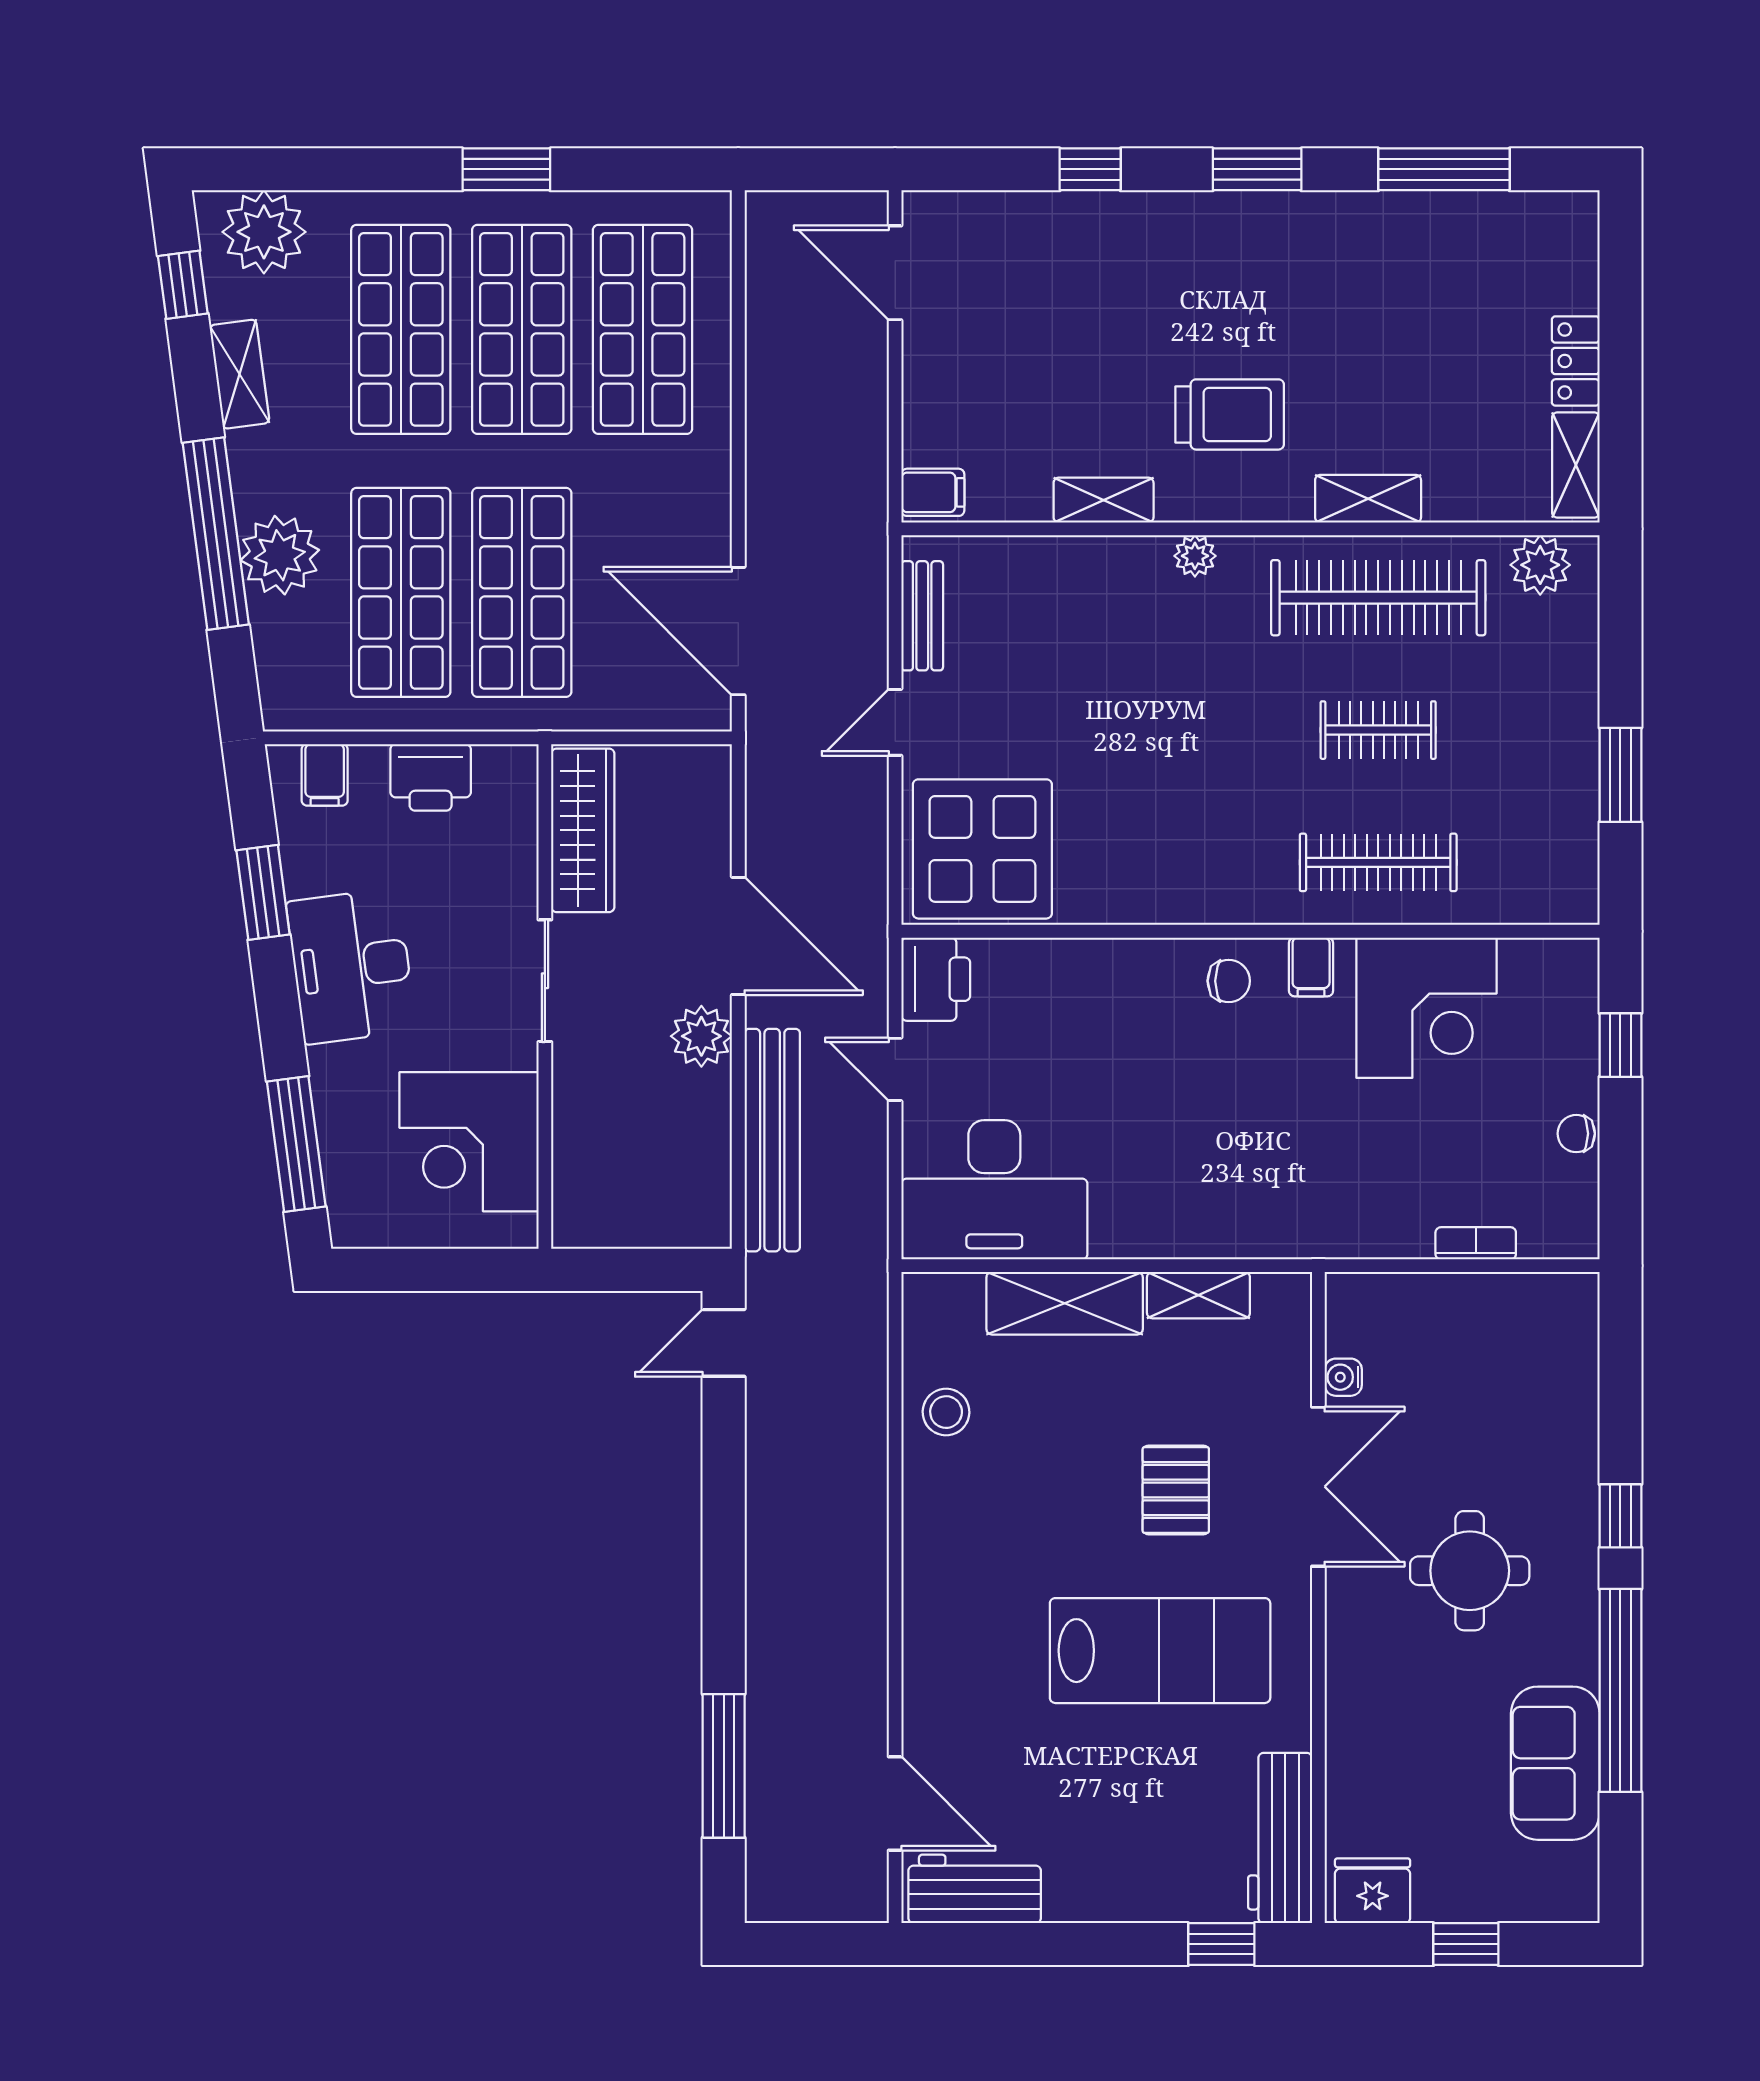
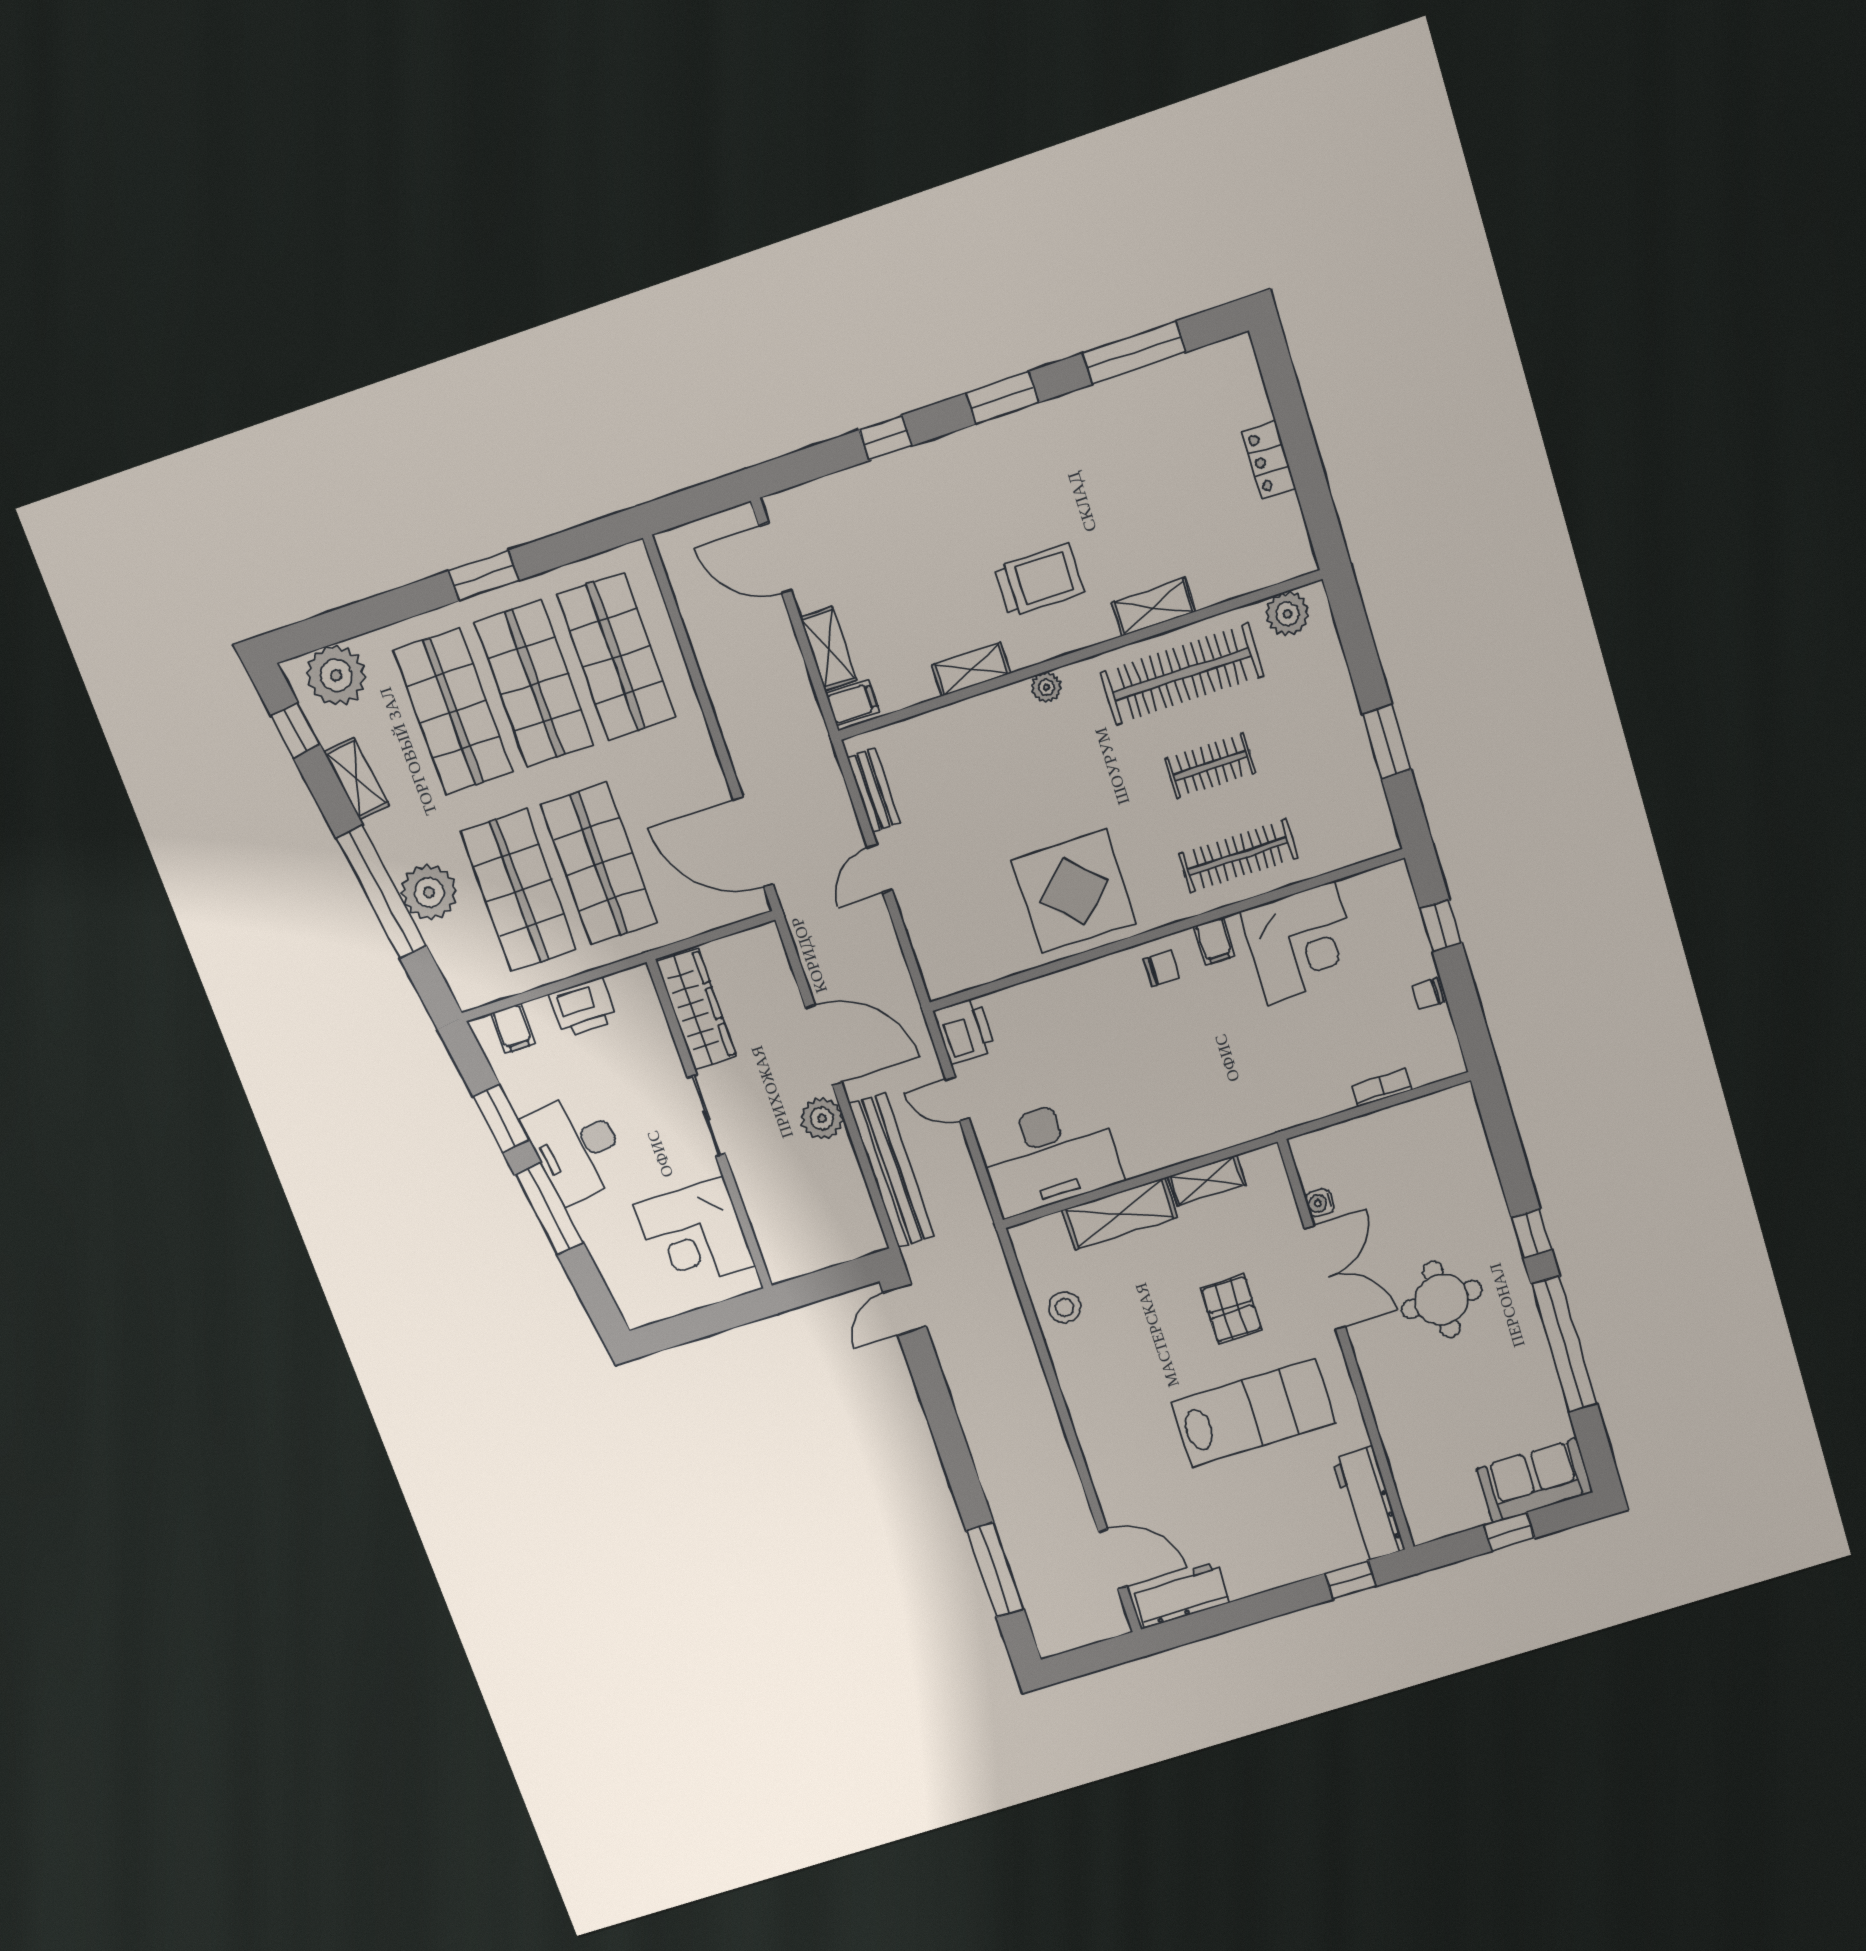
shelving: (1576, 465) -> (828, 649), moved
display table: (982, 849) -> (1074, 891), moved
window: (296, 1144) -> (549, 1209), moved
sofa: (1555, 1763) -> (1535, 1481), moved, turned 90
fridge: (1373, 1891) -> (1438, 1518), removed

